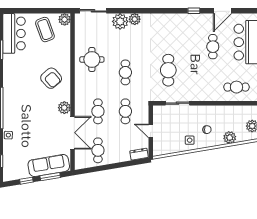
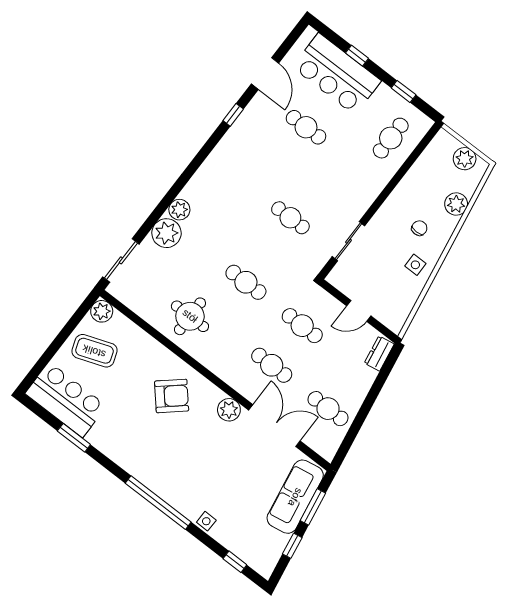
cafe table: (168, 70) -> (290, 218), width x0.73, depth x0.74

